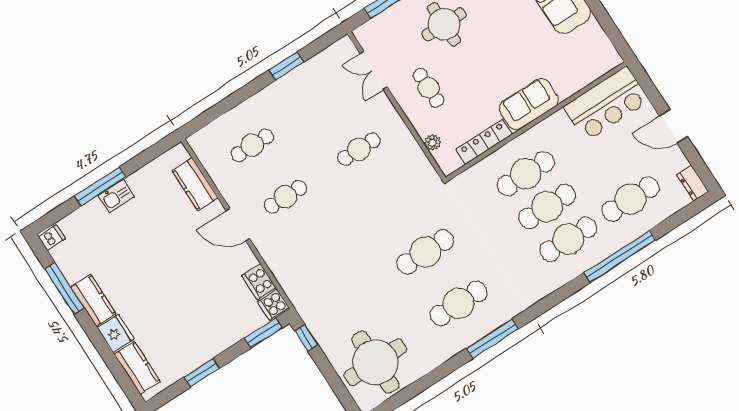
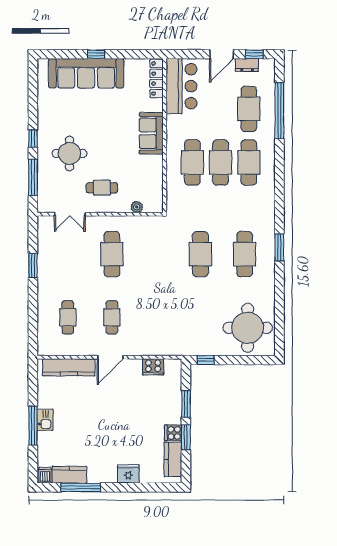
locker: (484, 142) -> (157, 79), moved
cafe table: (359, 149) -> (112, 254), width x1.37, depth x1.35
window: (698, 165) -> (254, 54), added
dresser: (693, 183) -> (247, 65), moved
kitchen counter: (195, 184) -> (69, 367), width x1.50
window: (620, 256) -> (279, 111), moved
kitchen counter: (93, 300) -> (69, 475), moved
cooker: (273, 305) -> (173, 433), moved, turned 90
window: (263, 333) -> (186, 404), moved
window: (492, 339) -> (279, 247), width x0.69
kitchen counter: (137, 368) -> (173, 459), moved, turned -90

